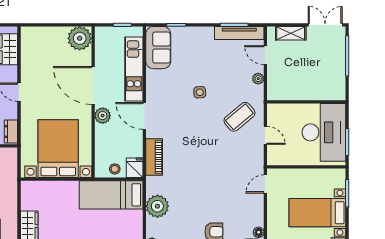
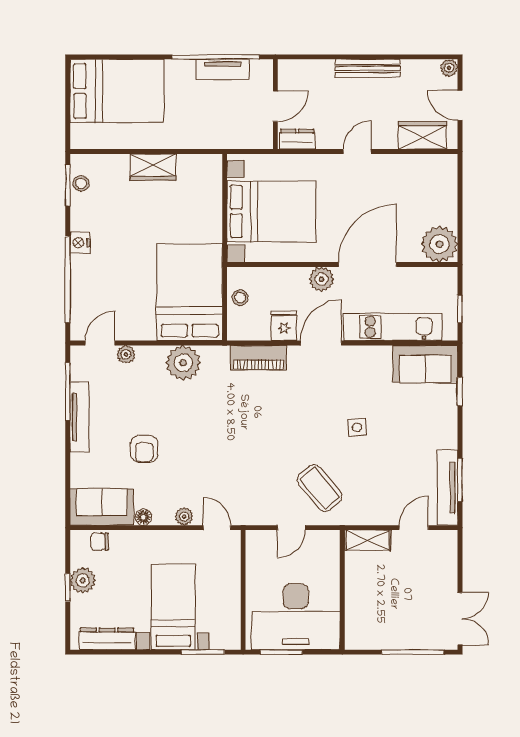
shelving: (291, 33) -> (368, 540), moved, turned 90
plant: (258, 79) -> (184, 517), moved
fridge: (135, 168) -> (284, 326), moved, turned -90
bed: (111, 195) -> (190, 292), width x1.50

